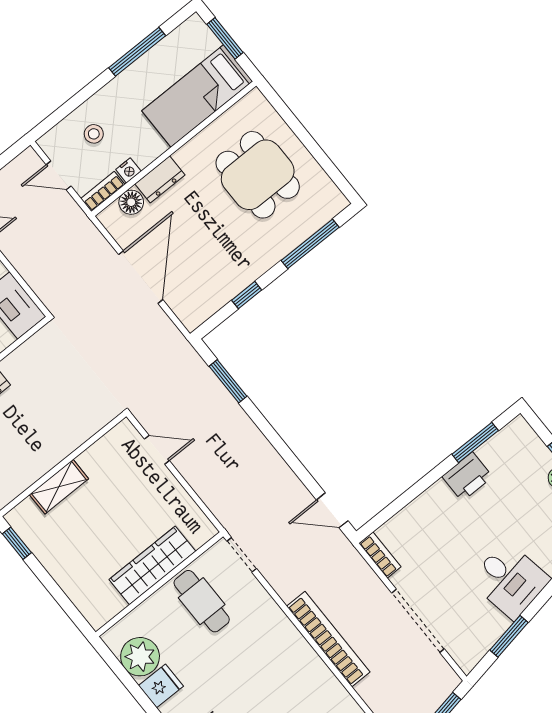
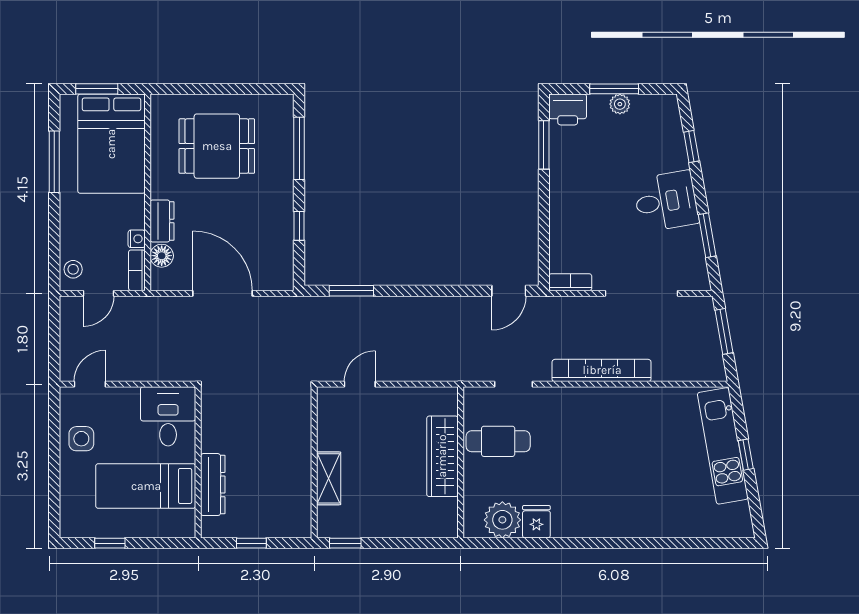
bed: (197, 96) -> (111, 144), width x1.50
stool: (94, 134) -> (73, 269), moved
printer: (467, 477) -> (568, 109), moved, turned 90
doorway: (242, 555) -> (514, 384), moved

